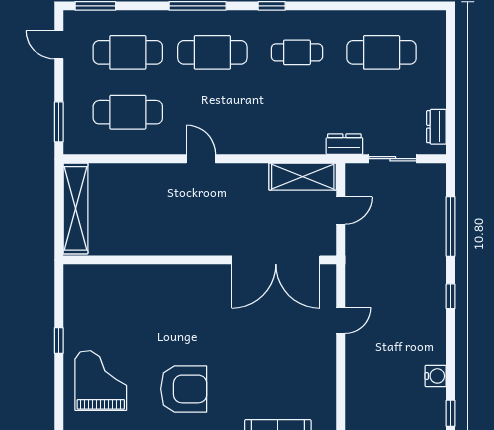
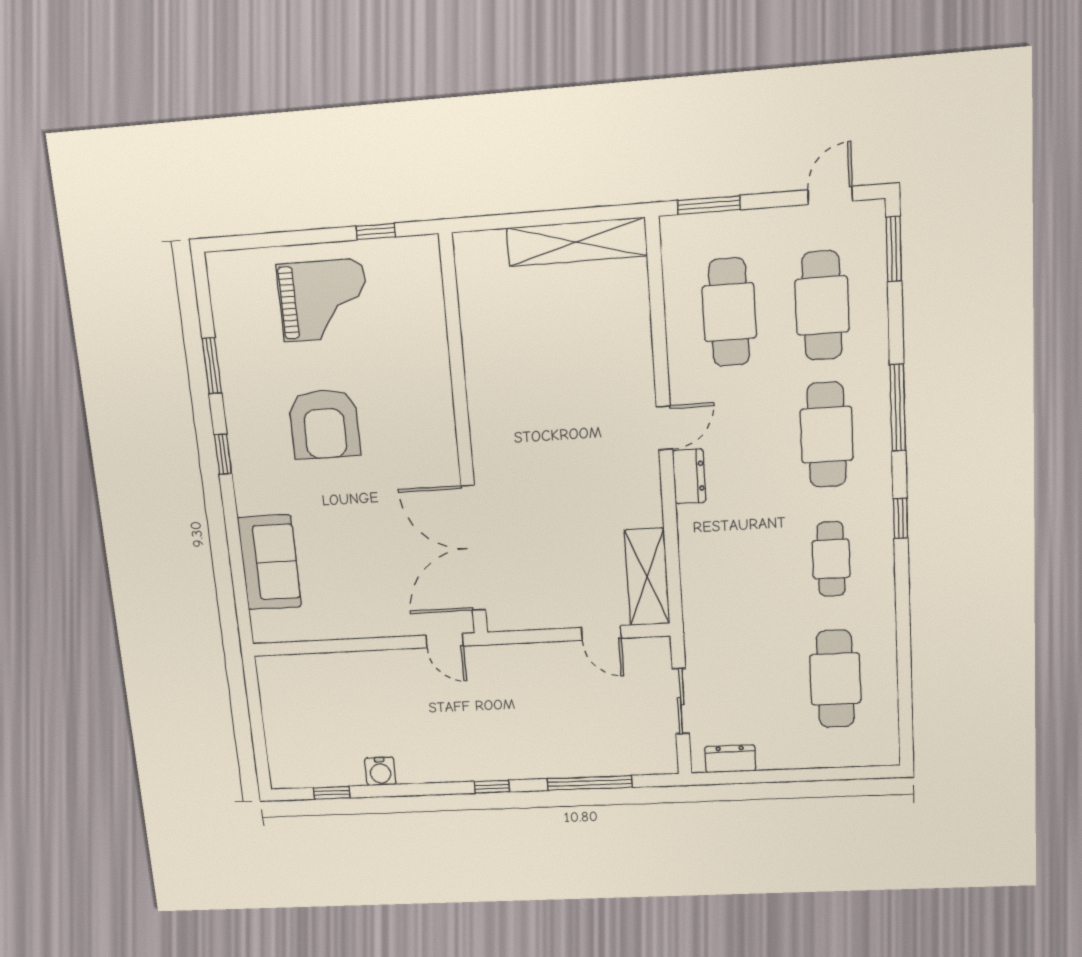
dresser: (344, 144) -> (689, 476), moved
wall: (200, 260) -> (464, 439), moved
double door: (276, 260) -> (473, 548), moved

